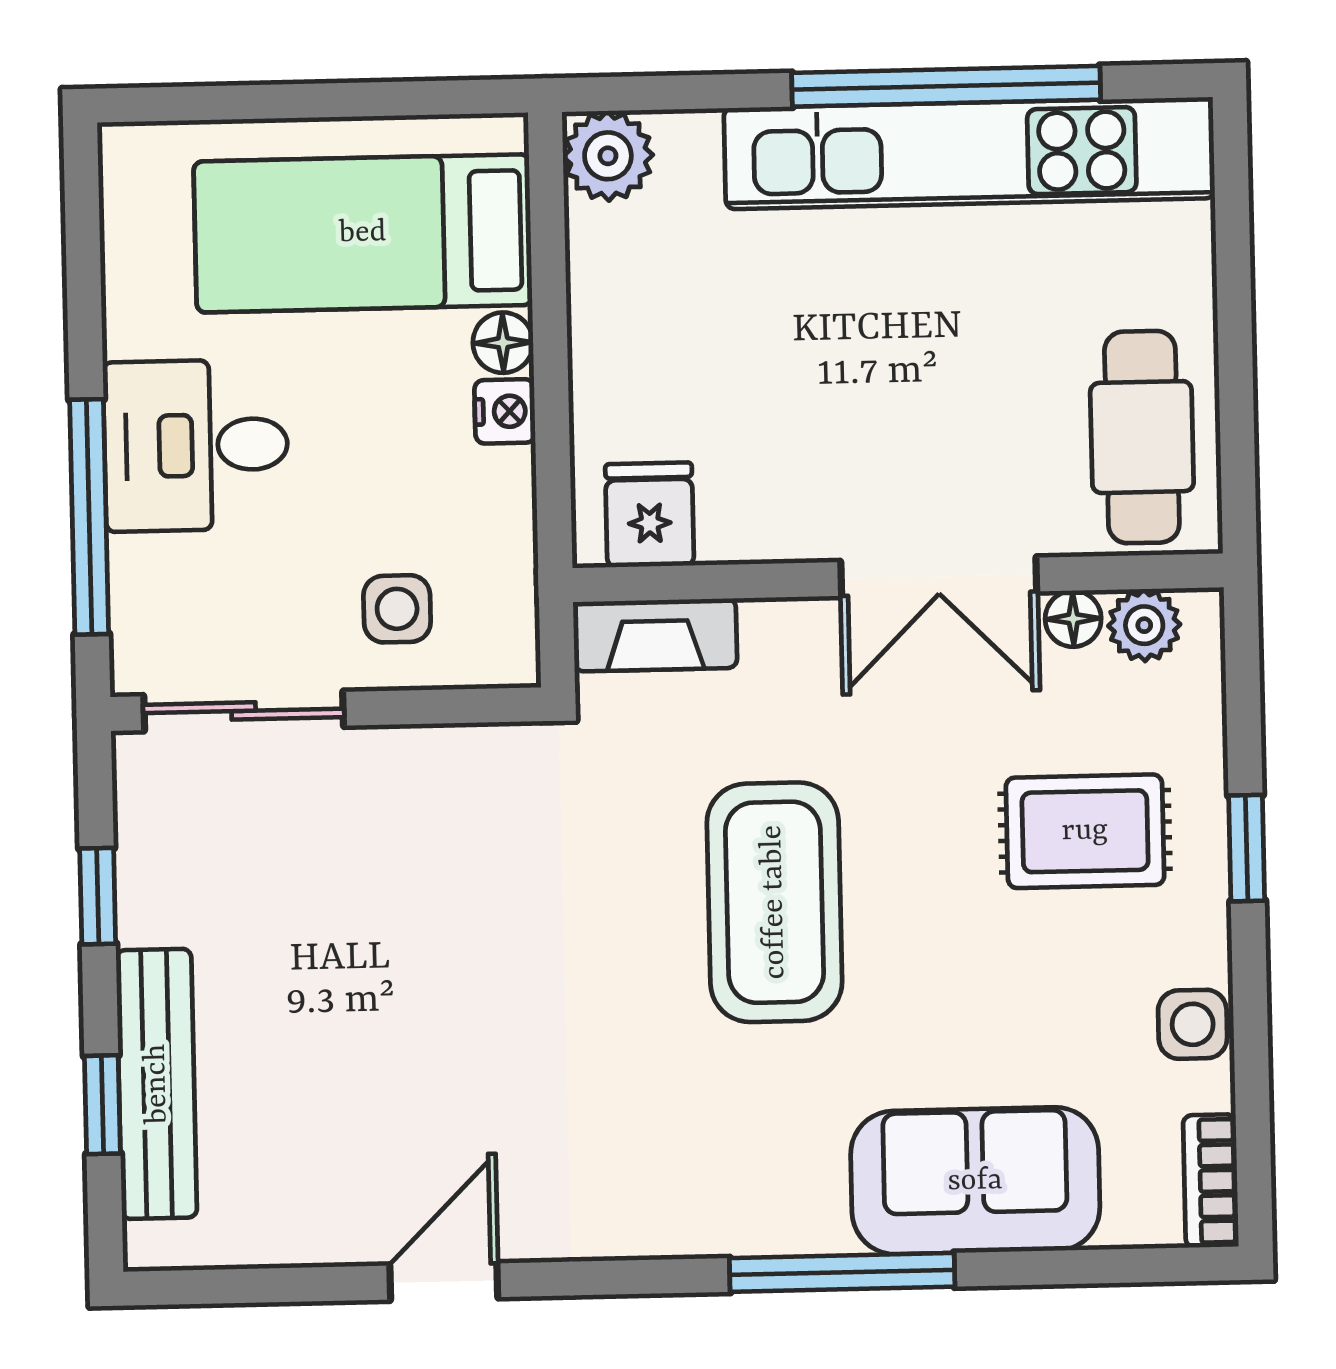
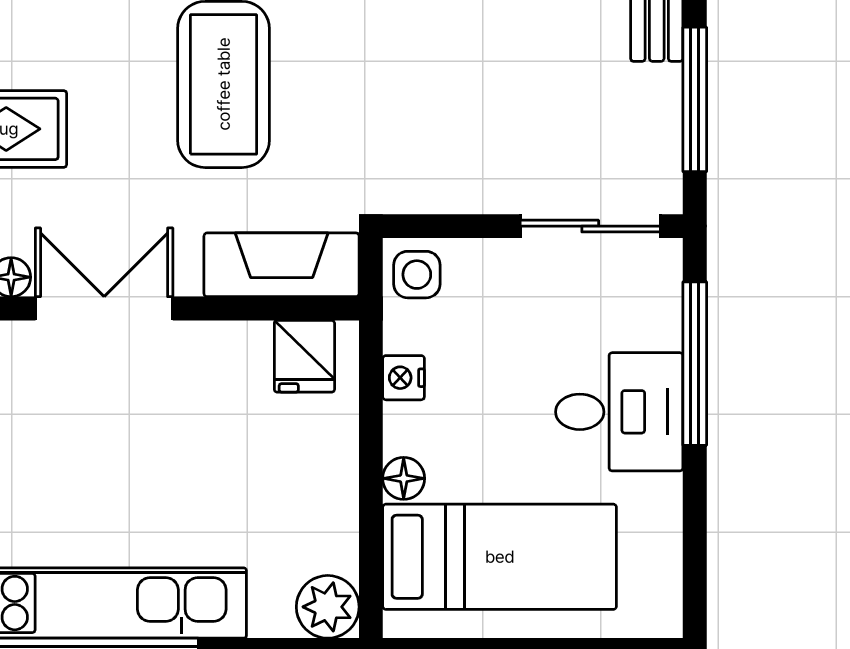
nightstand: (505, 411) -> (404, 378), moved
side table: (397, 609) -> (417, 275), moved
fireplace: (655, 635) -> (282, 265), width x1.37, depth x1.32
window: (98, 896) -> (695, 99), width x2.17

